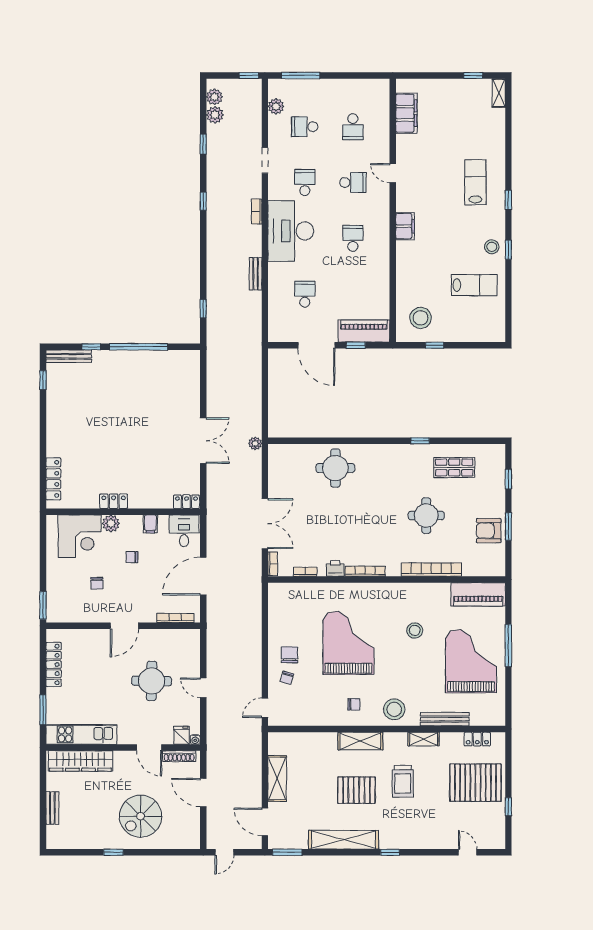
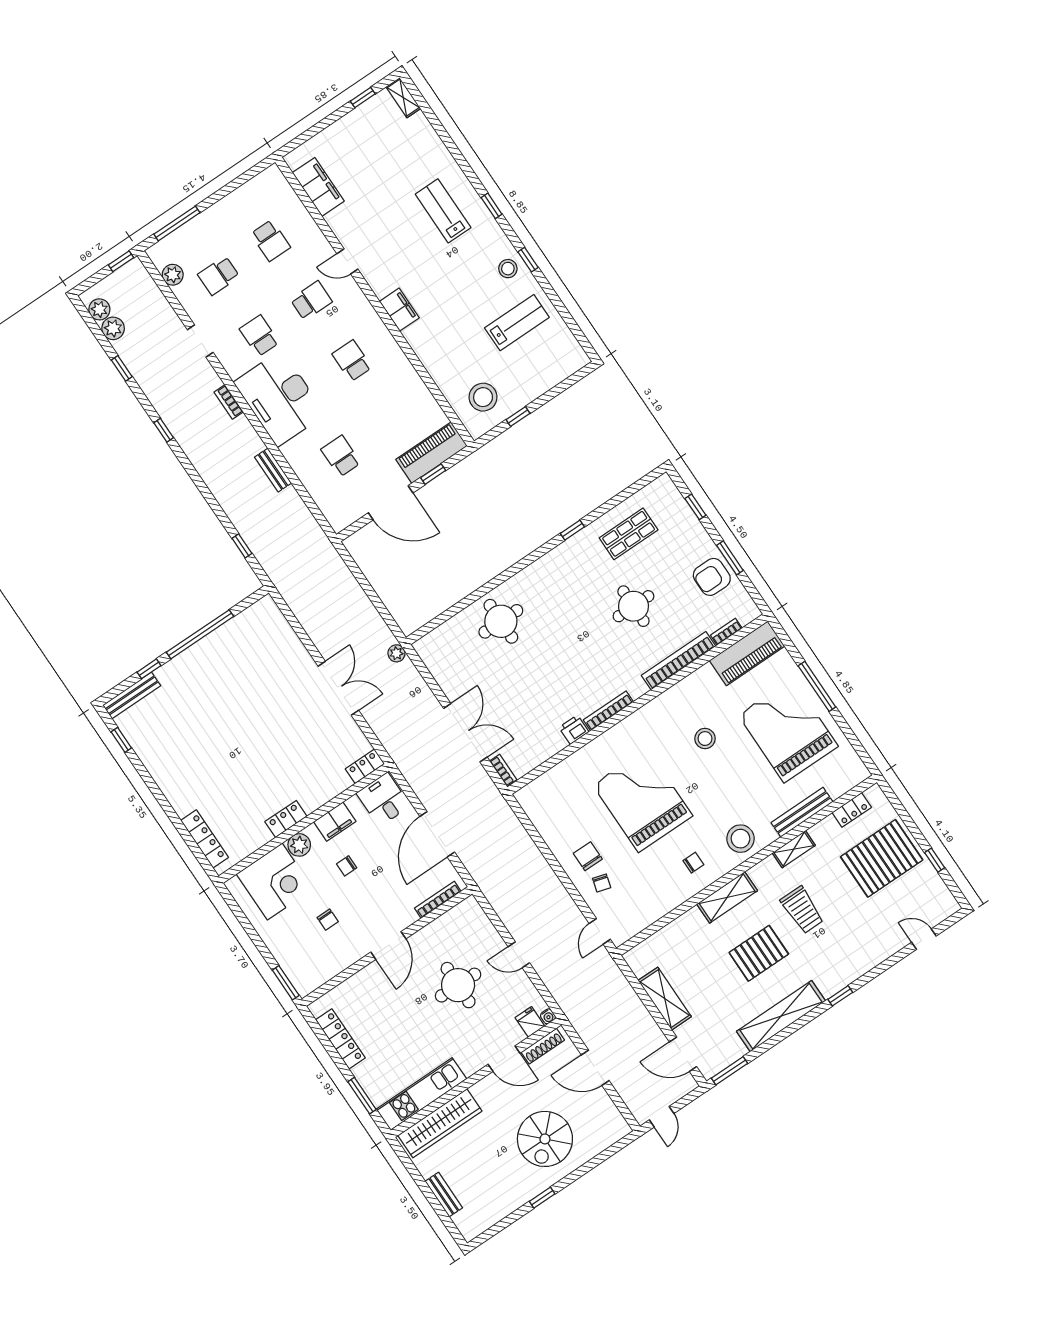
filing cabinet: (150, 524) -> (335, 822), width x2.00
bookcase: (305, 572) -> (726, 632), moved

